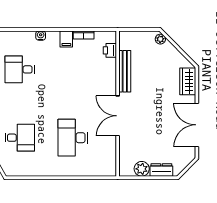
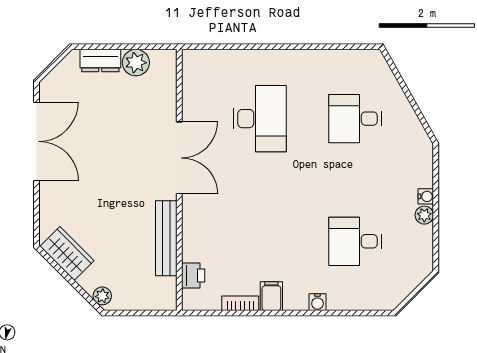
desk: (20, 69) -> (355, 241), turned 180
wardrobe: (188, 81) -> (67, 254), moved, turned -45

